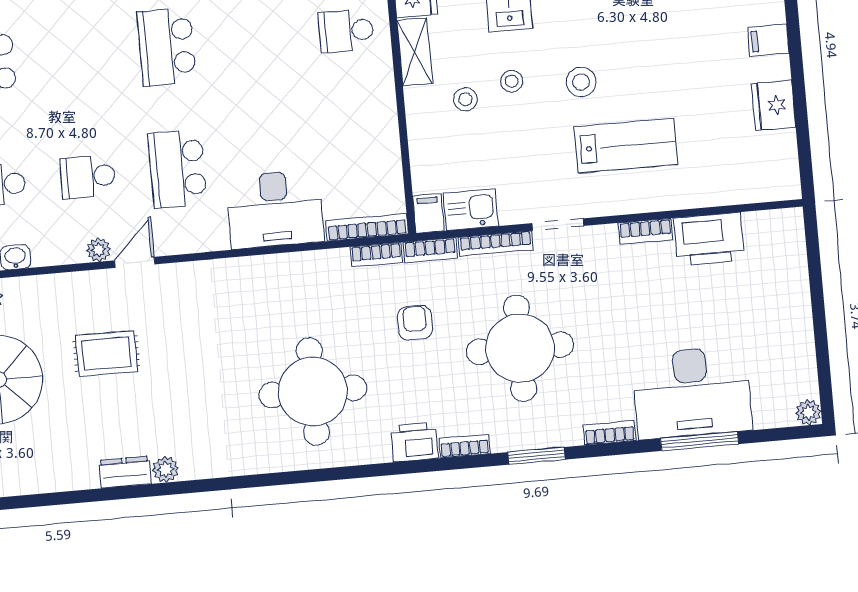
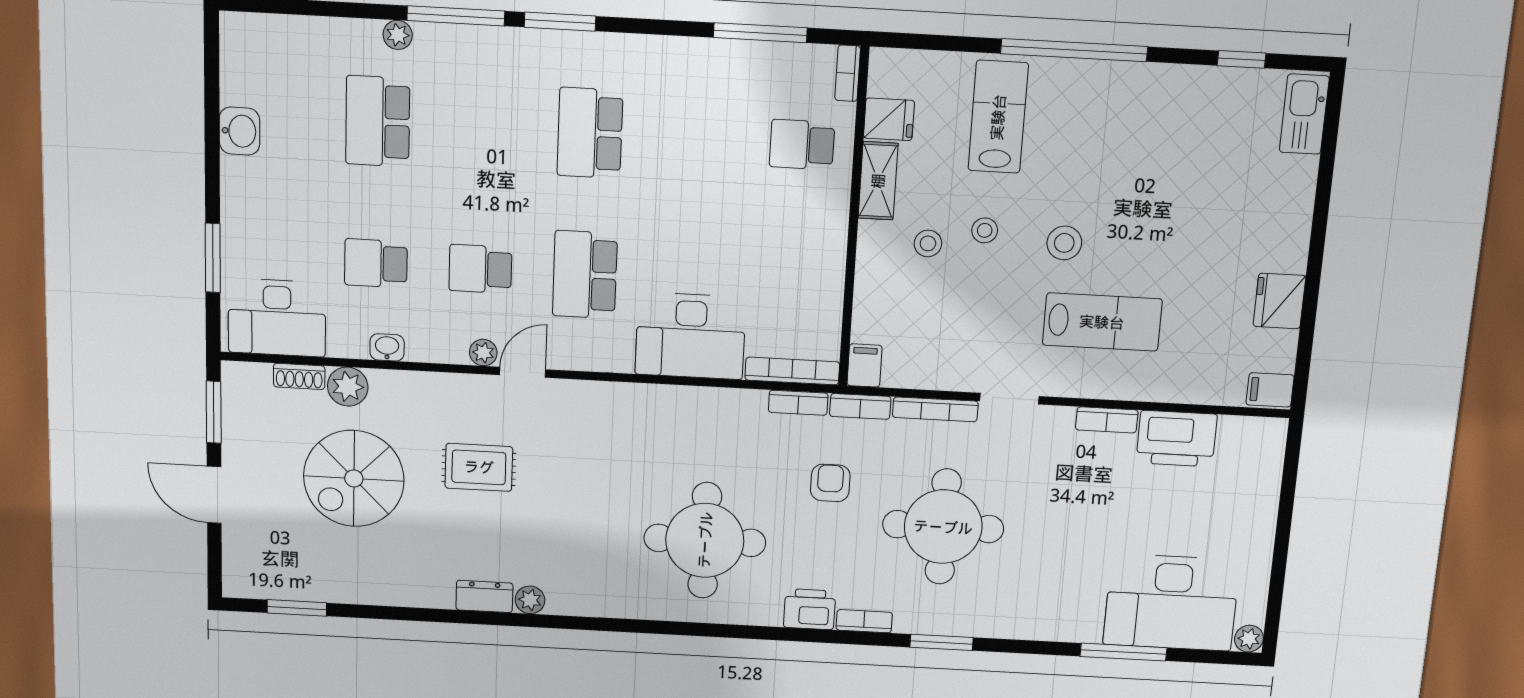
filing cabinet: (768, 40) -> (1270, 390), moved
kitchen sink: (471, 210) -> (914, 368), removed
desk: (692, 392) -> (1171, 602), moved
bookcase: (610, 433) -> (1027, 630), removed

